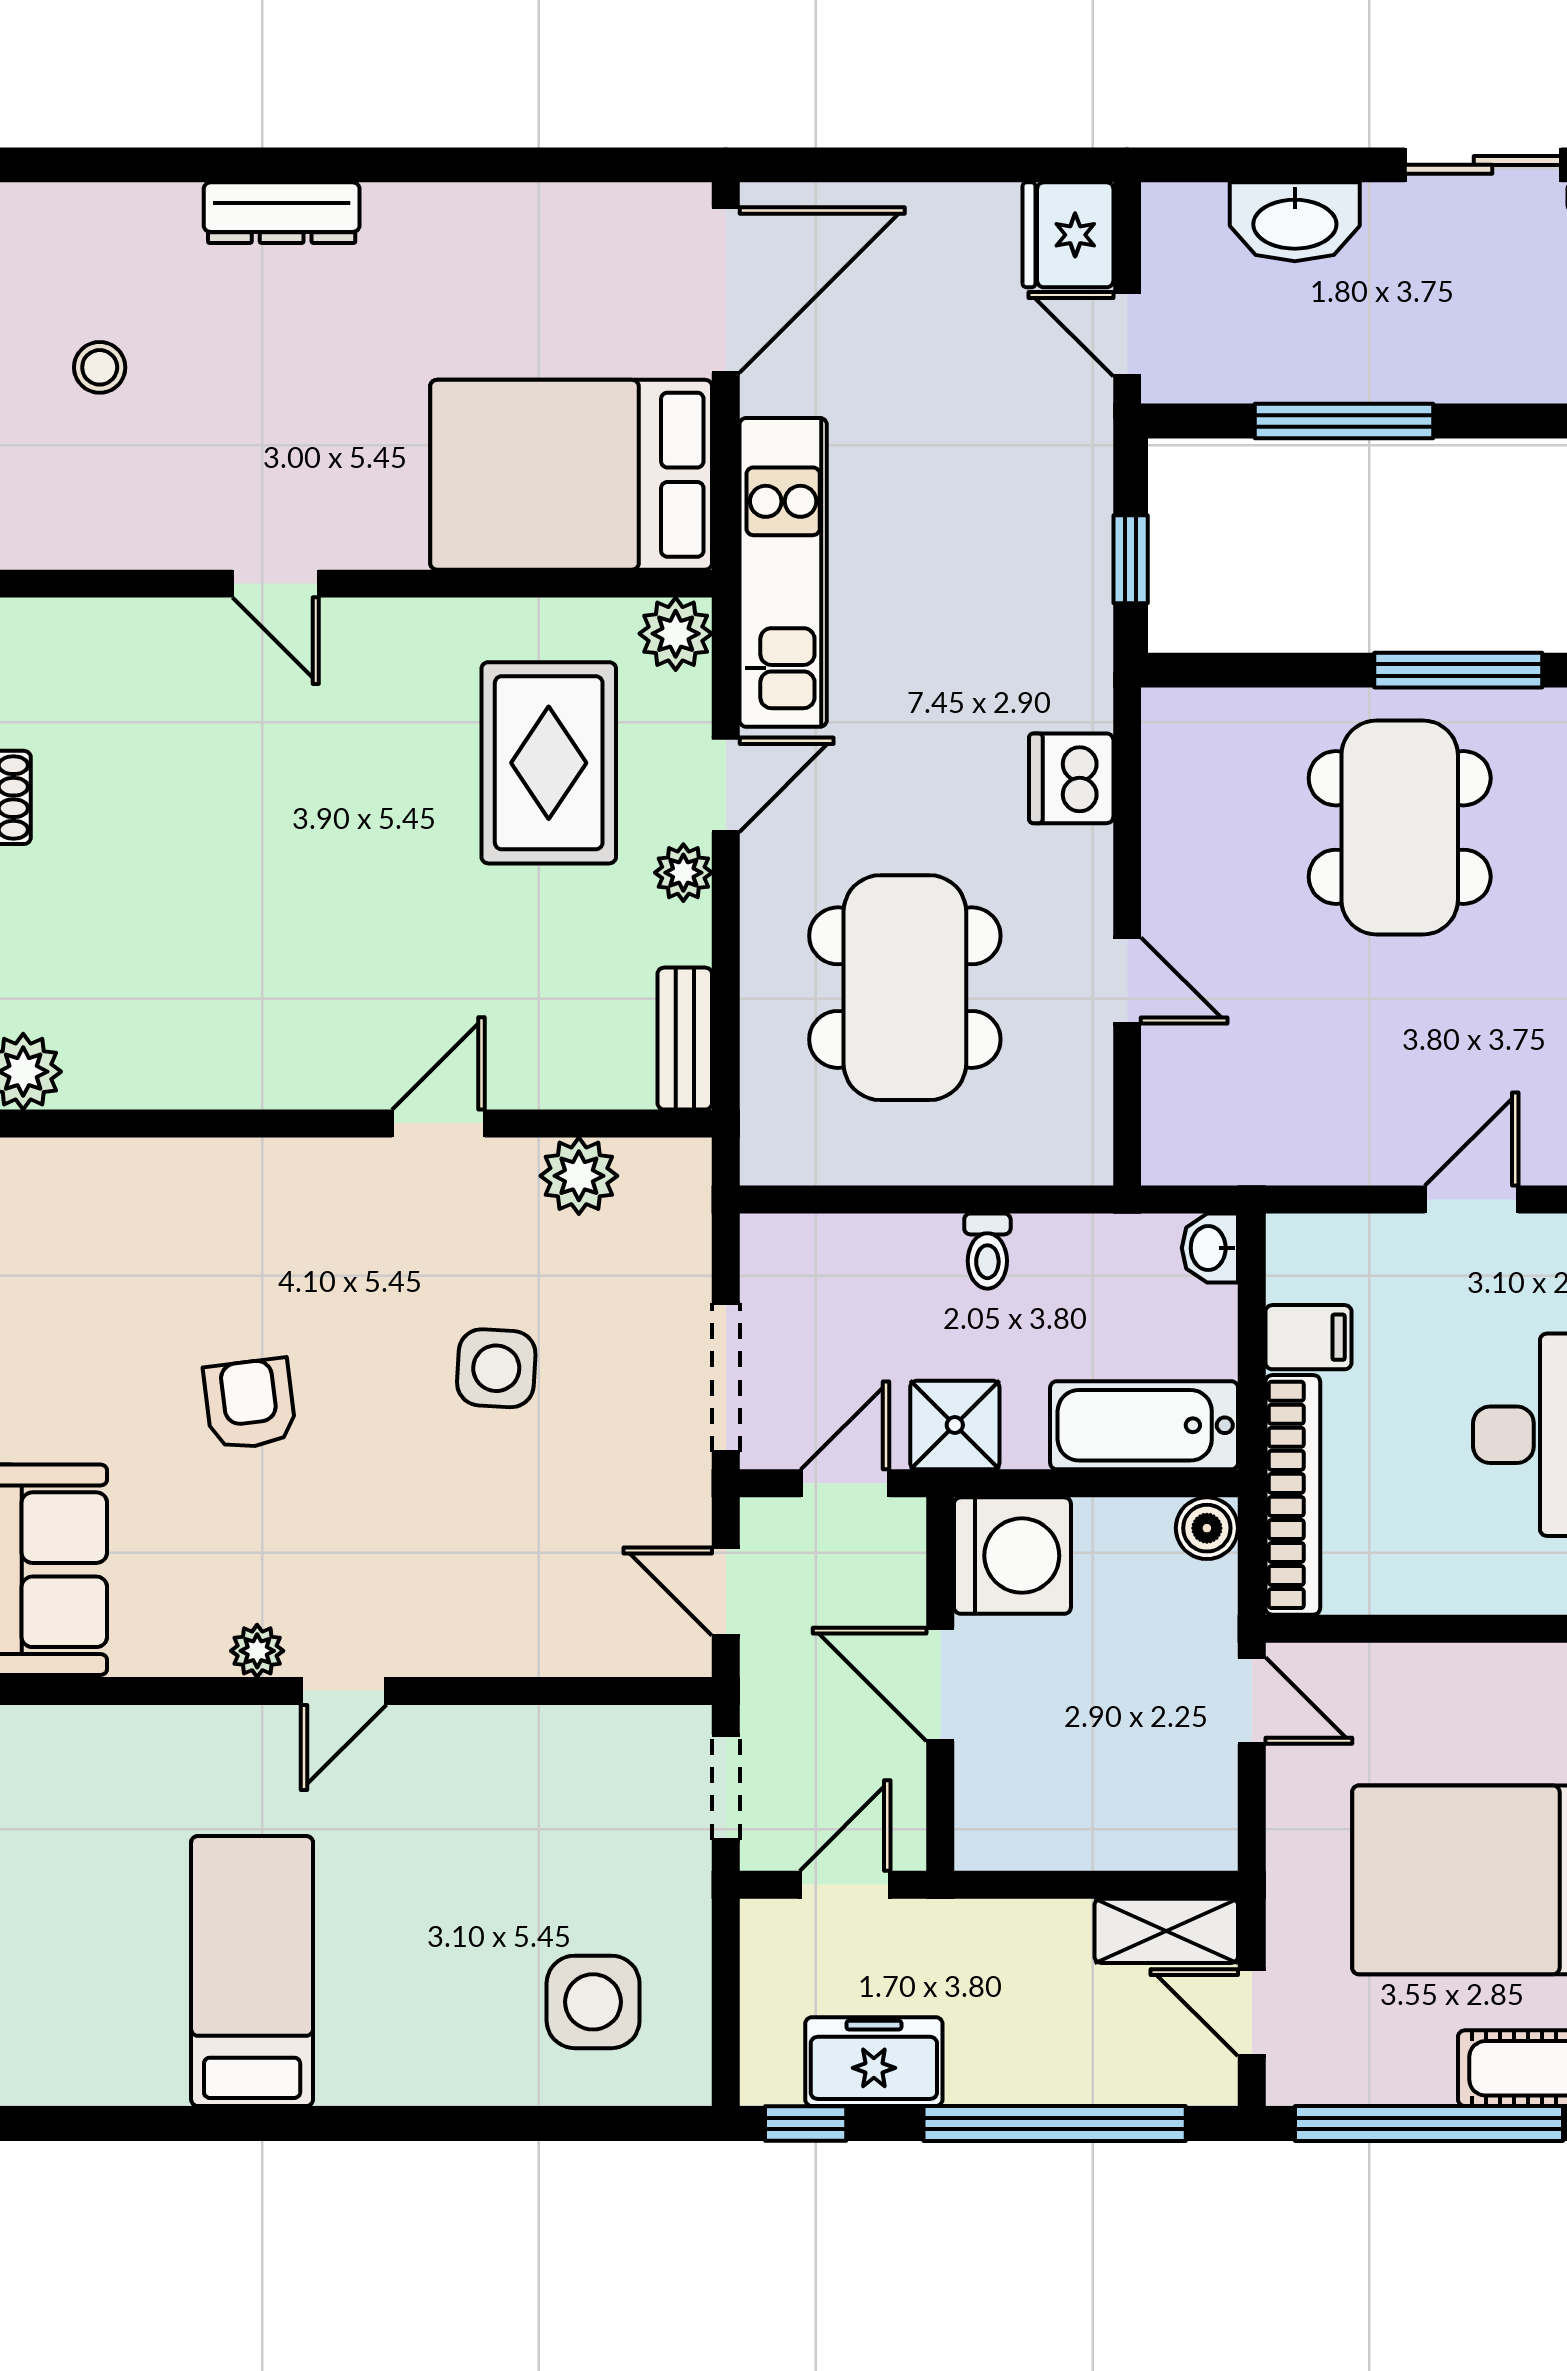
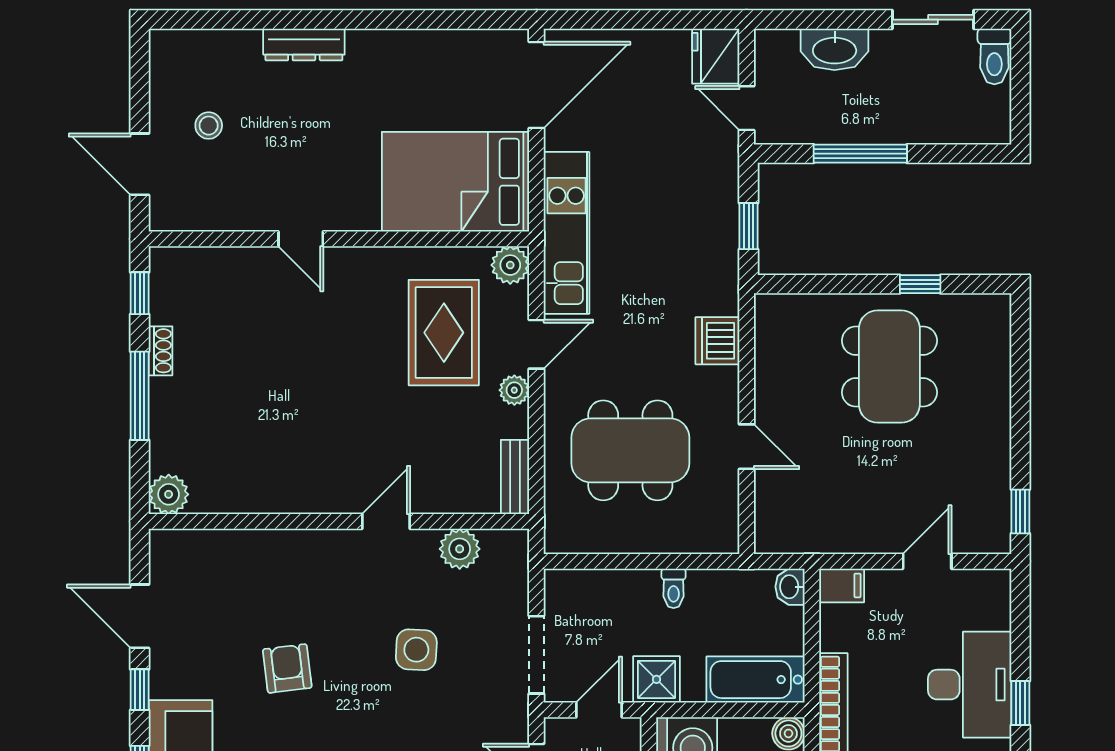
window: (1458, 670) -> (920, 284), width x0.46
dining table: (905, 988) -> (630, 450), turned 90
filing cabinet: (1308, 1337) -> (842, 585), moved

